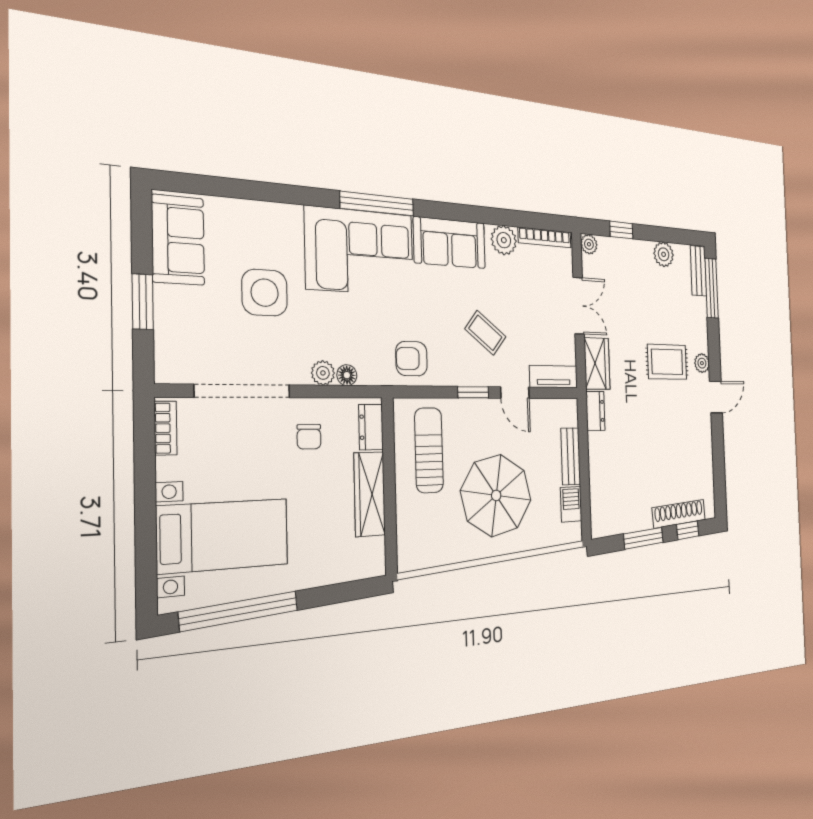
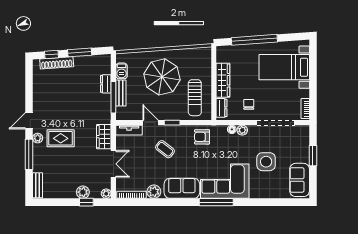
plant: (664, 254) -> (83, 192), moved
window: (712, 288) -> (29, 154), moved
double door: (579, 306) -> (113, 164), swing flipped
armchair: (411, 359) -> (202, 137), turned 180
dresser: (595, 411) -> (106, 84), moved
window: (583, 447) -> (113, 97), added
window: (239, 611) -> (254, 40), moved

